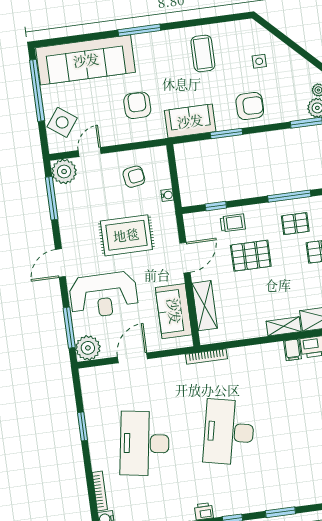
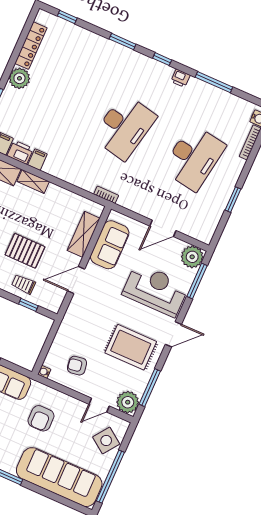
water cooler: (167, 195) -> (44, 372), moved
rug: (126, 235) -> (131, 347), moved
bookcase: (206, 357) -> (106, 195), width x0.64

